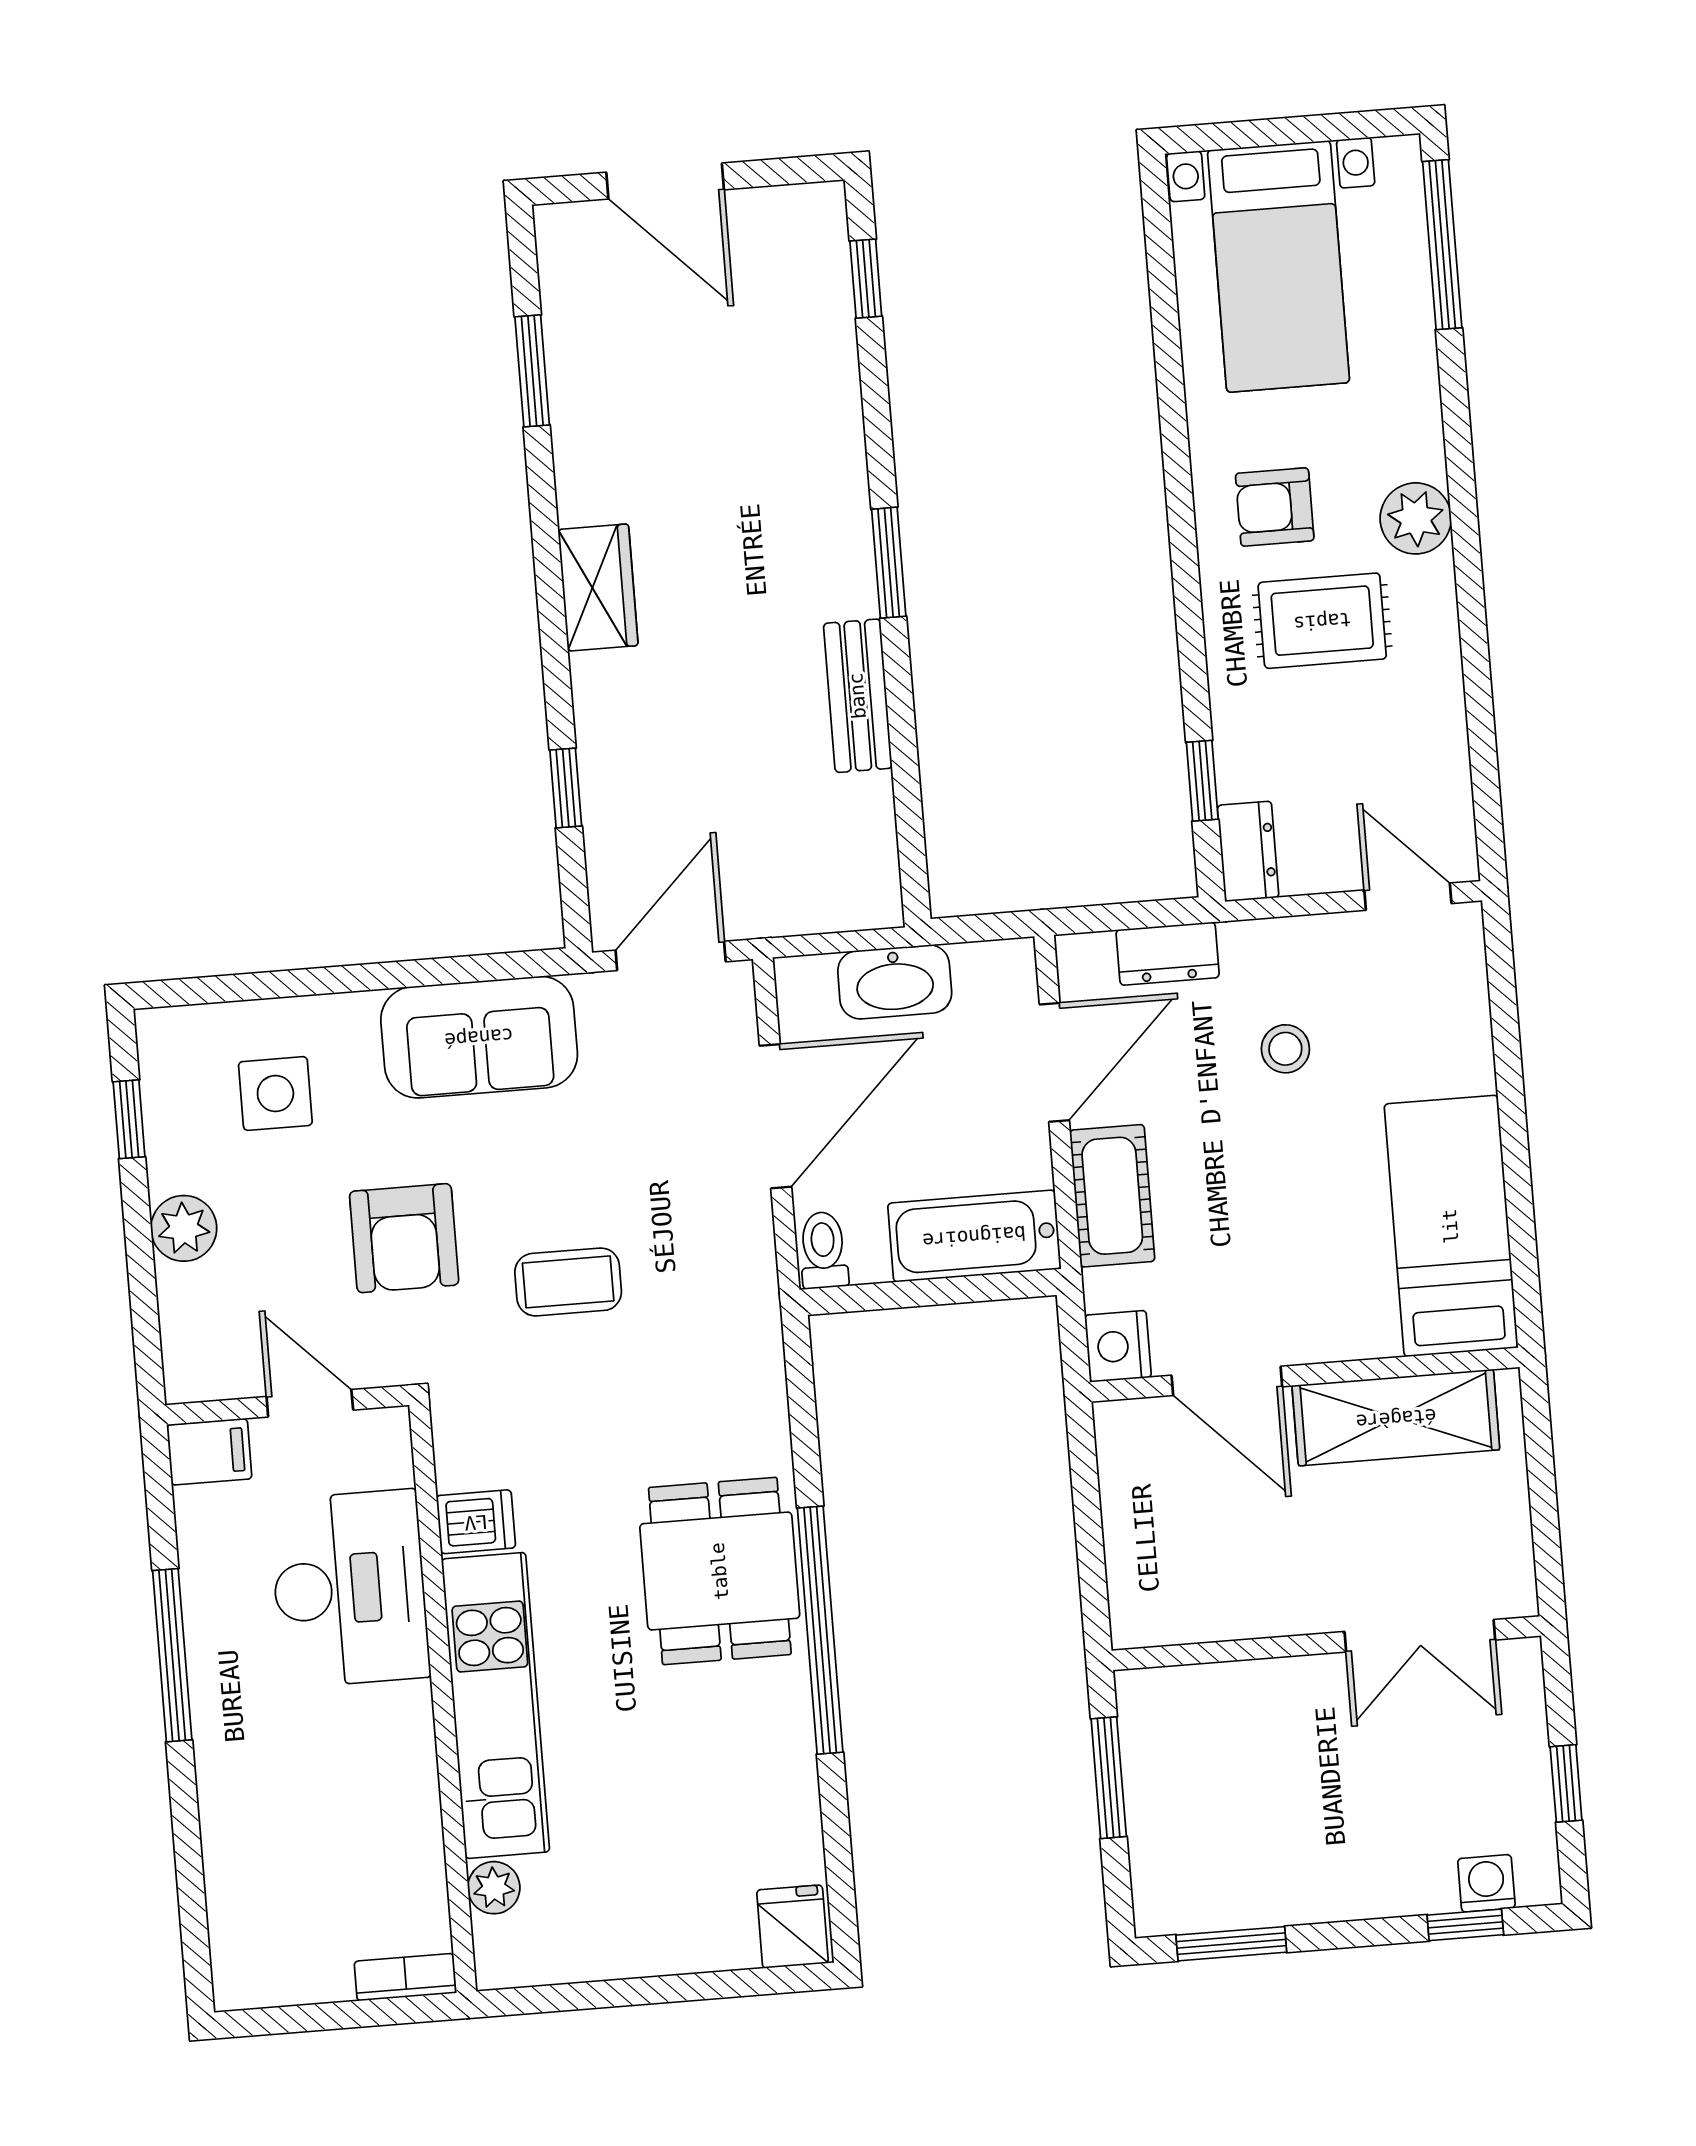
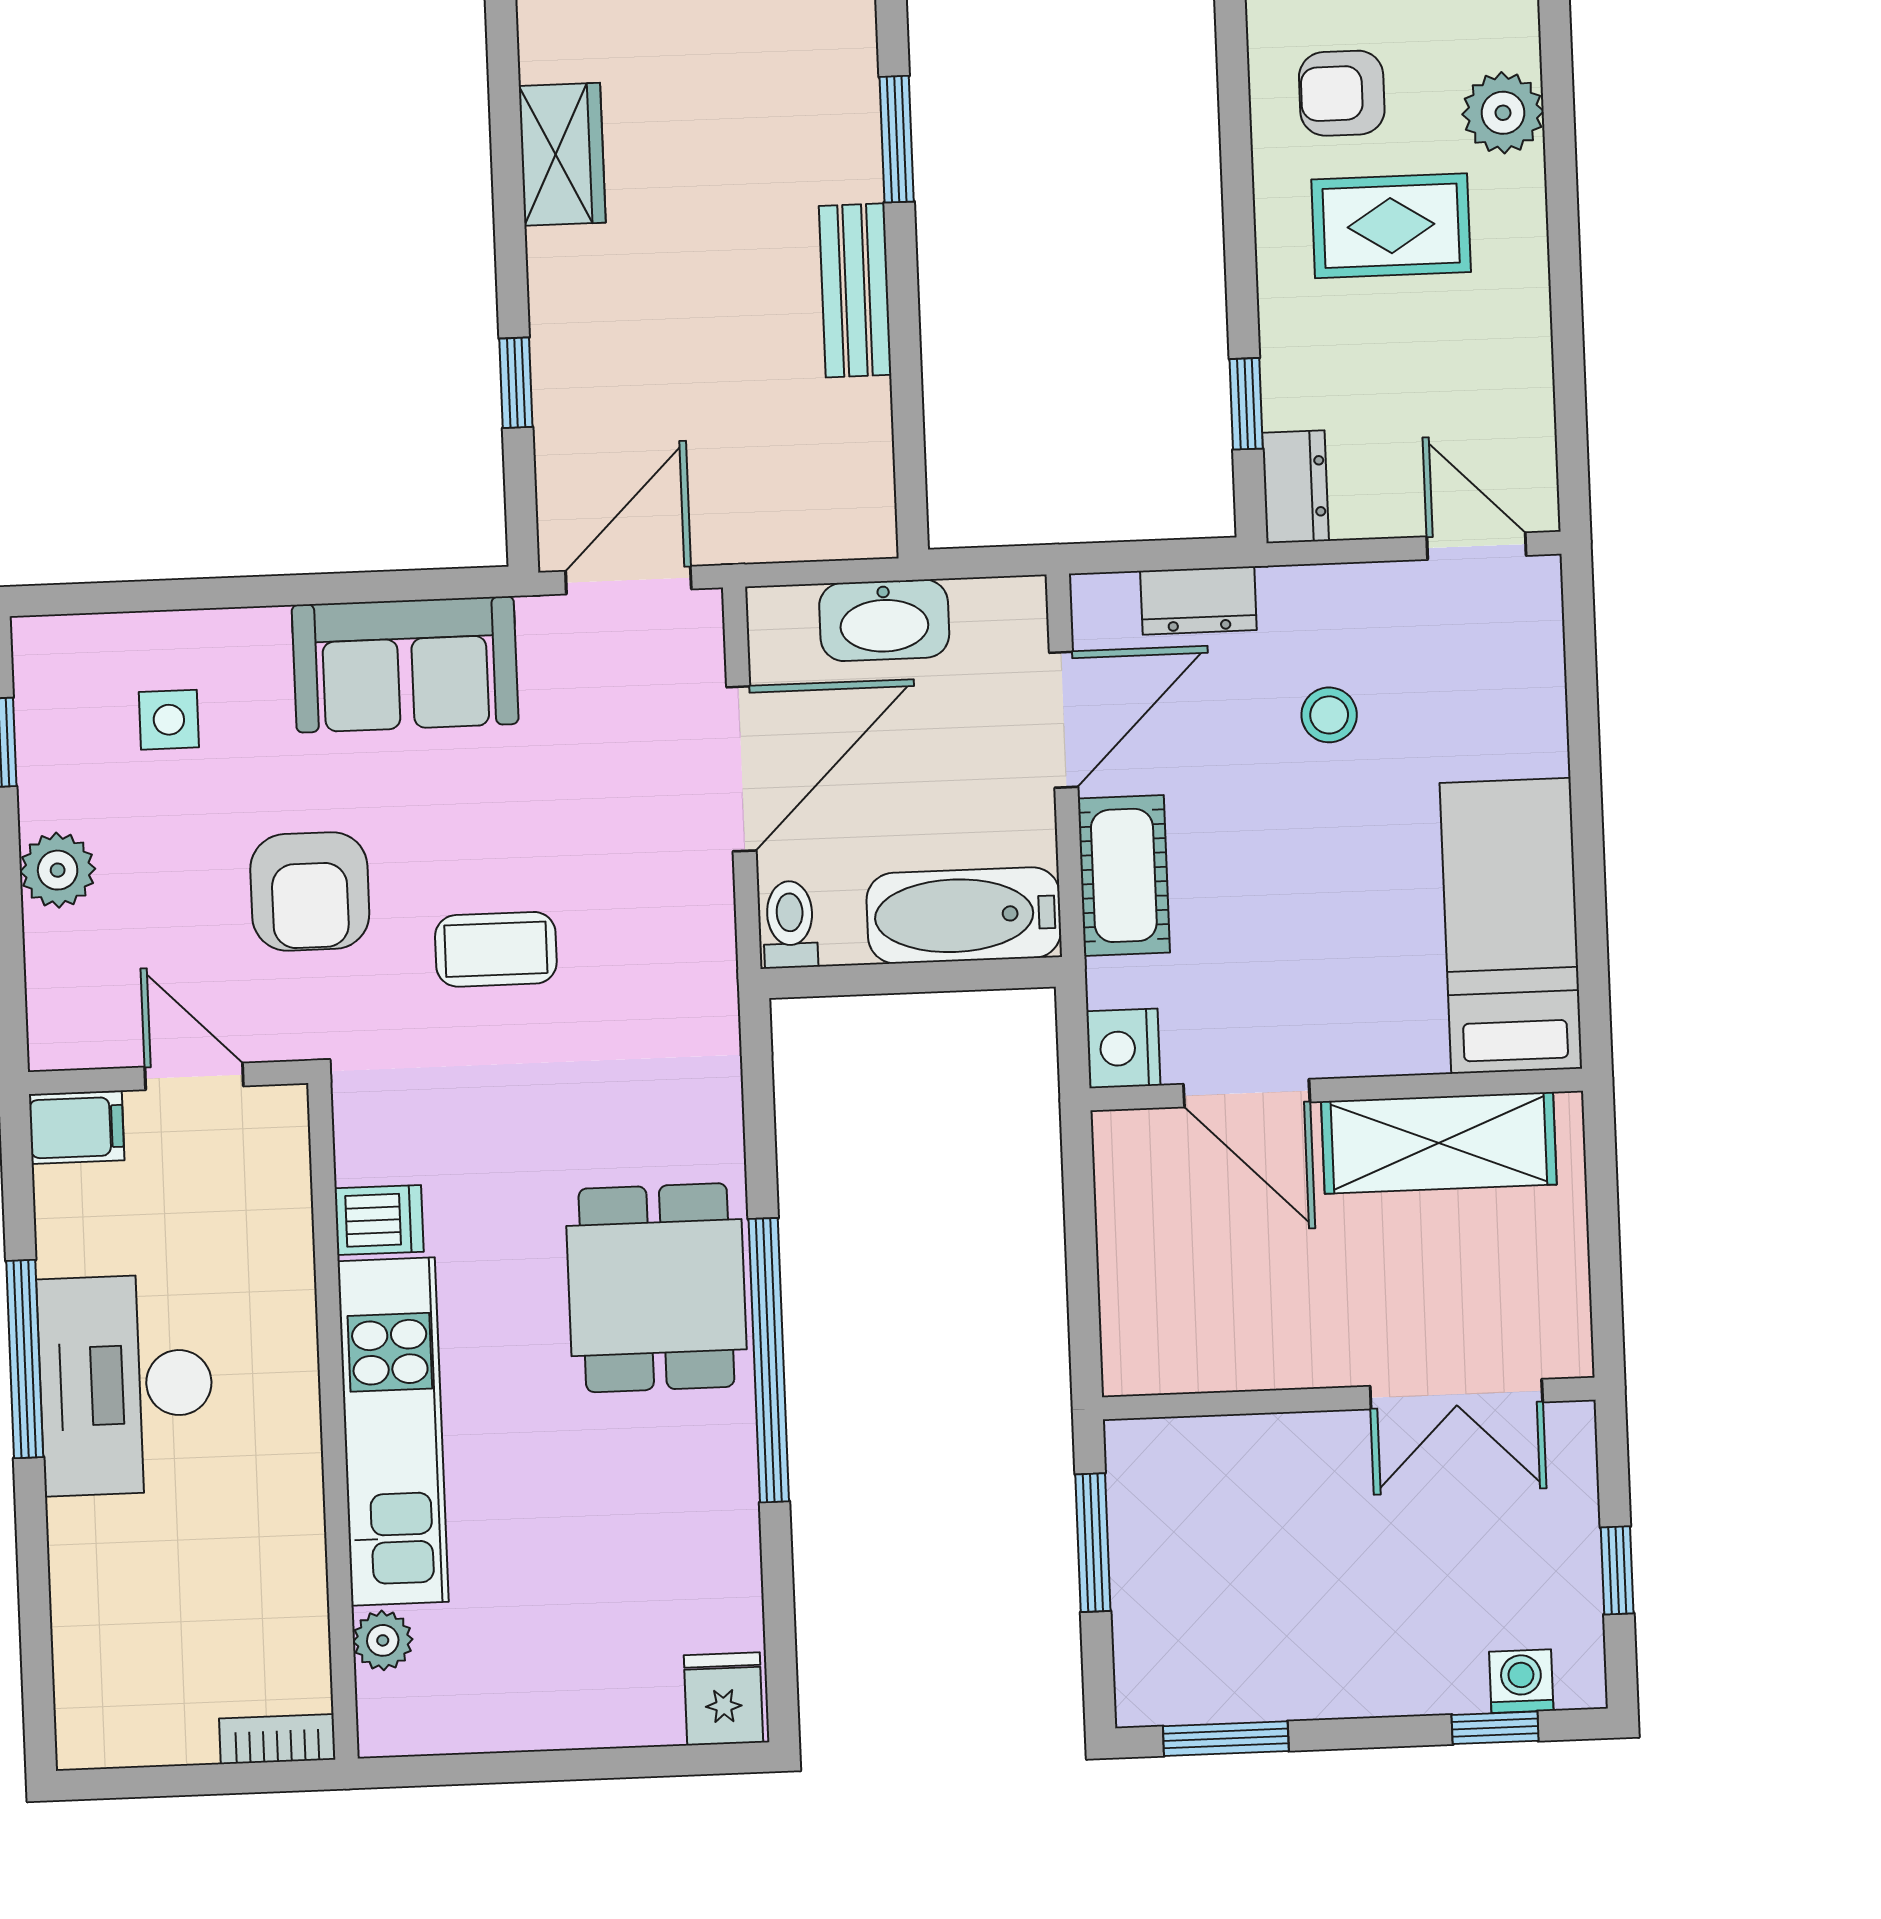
side table: (275, 1094) -> (169, 720), width x0.73, depth x0.73
desk: (350, 1589) -> (126, 1385), moved, turned 180

